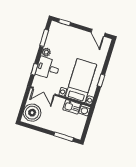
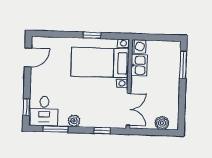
desk: (48, 68) -> (44, 111), moved
boiler: (32, 113) -> (162, 123), width x0.54, depth x0.54

